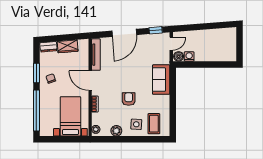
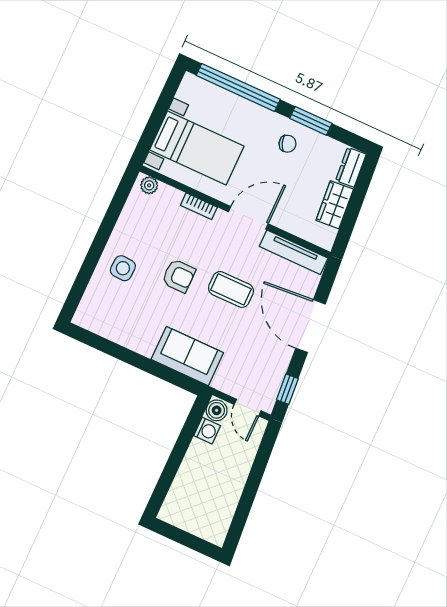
coffee table: (154, 124) -> (231, 289), moved
plant: (116, 131) -> (128, 224), removed

